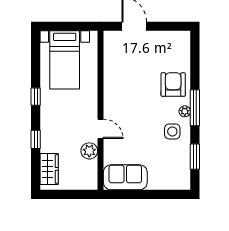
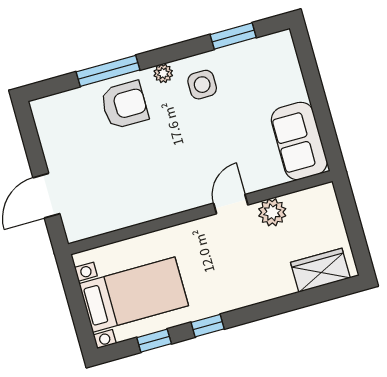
armchair: (173, 85) -> (124, 105), turned 180
window: (195, 108) -> (108, 71), moved
window: (36, 139) -> (154, 341), moved

